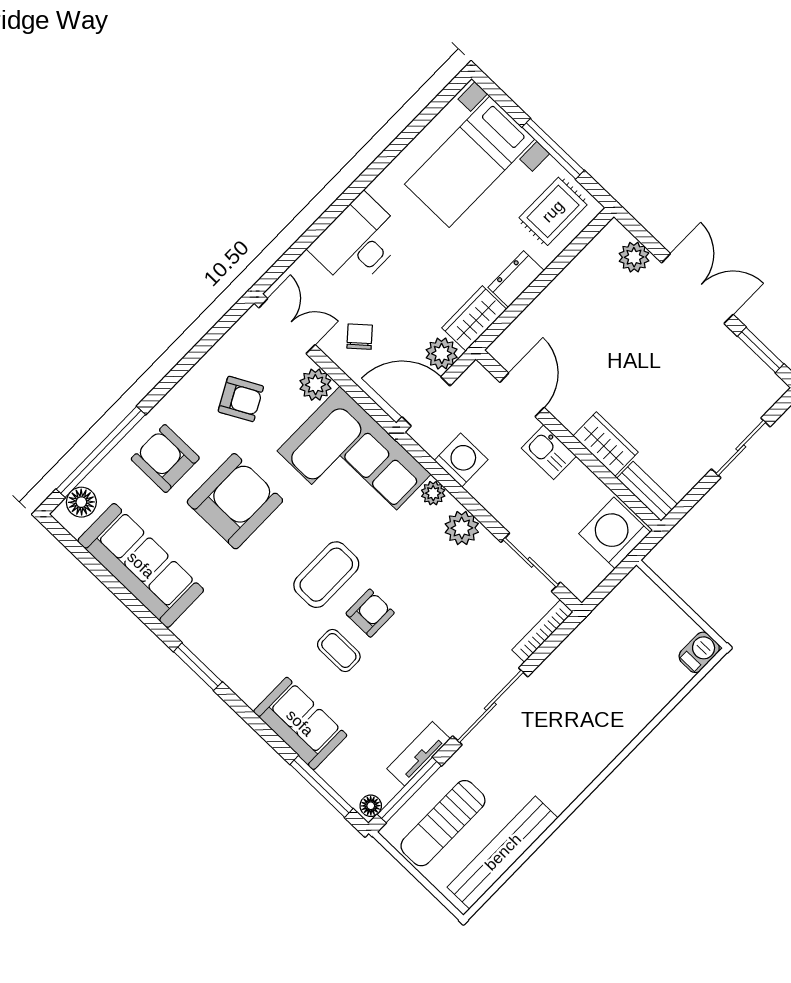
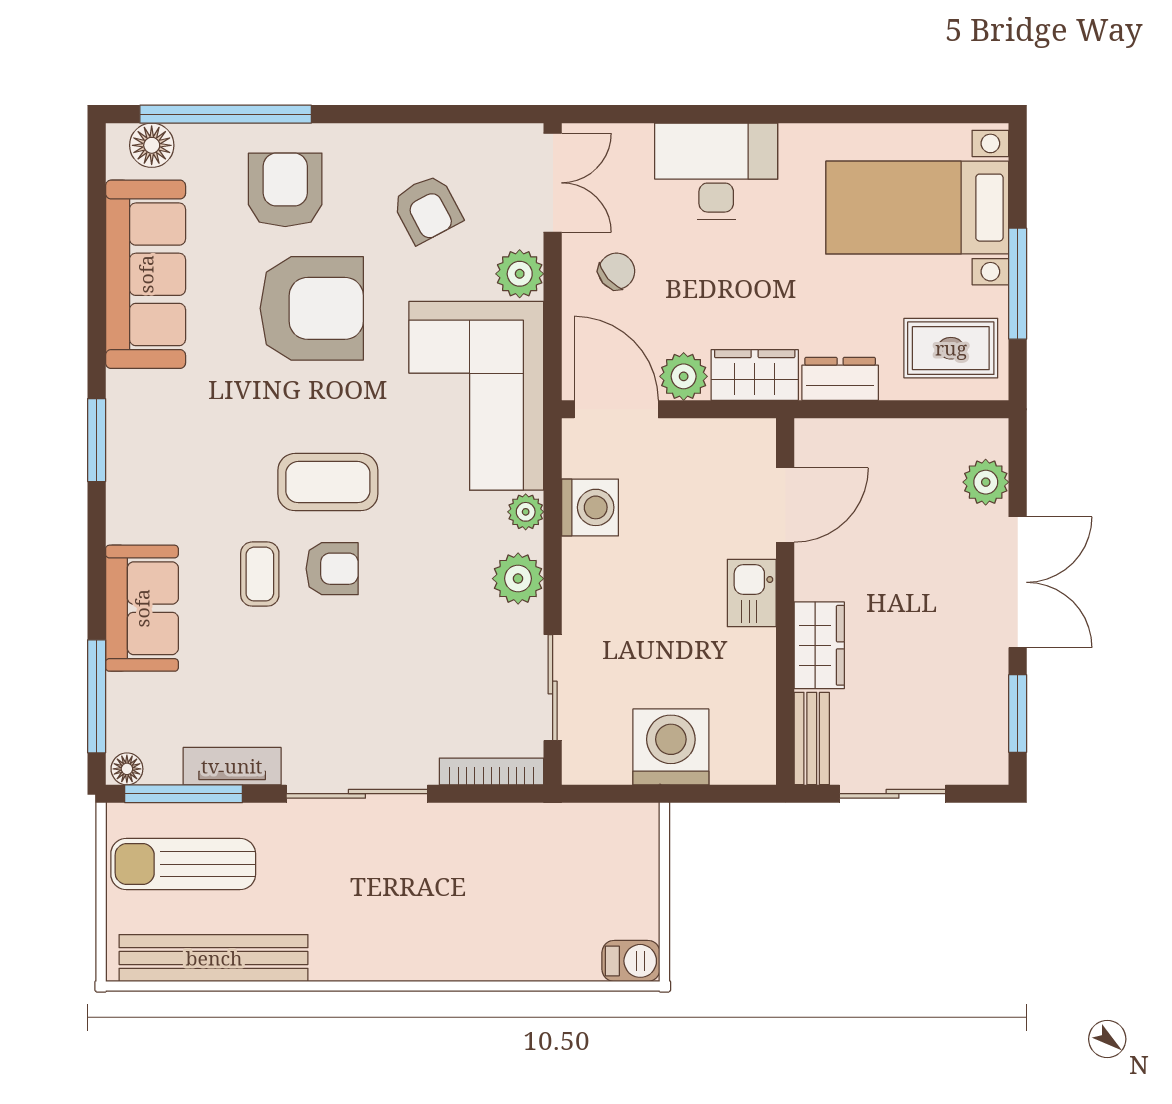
door: (522, 395) -> (785, 505), moved
wall: (569, 440) -> (785, 601), moved
wardrobe: (606, 444) -> (819, 645), moved
kitchen sink: (549, 452) -> (752, 593), moved
bench: (647, 491) -> (812, 738), moved

